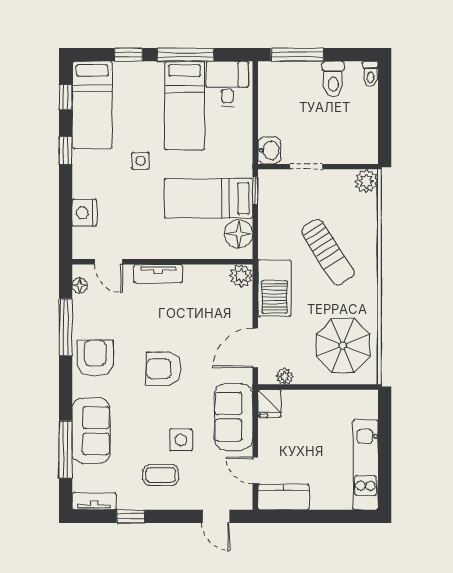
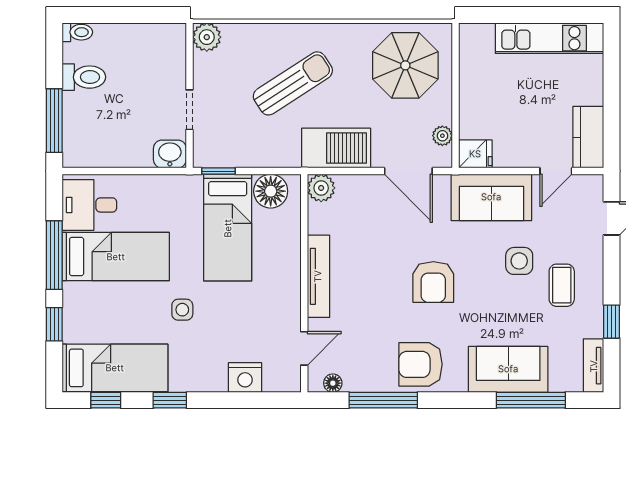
tv unit: (158, 274) -> (318, 276), width x1.41

